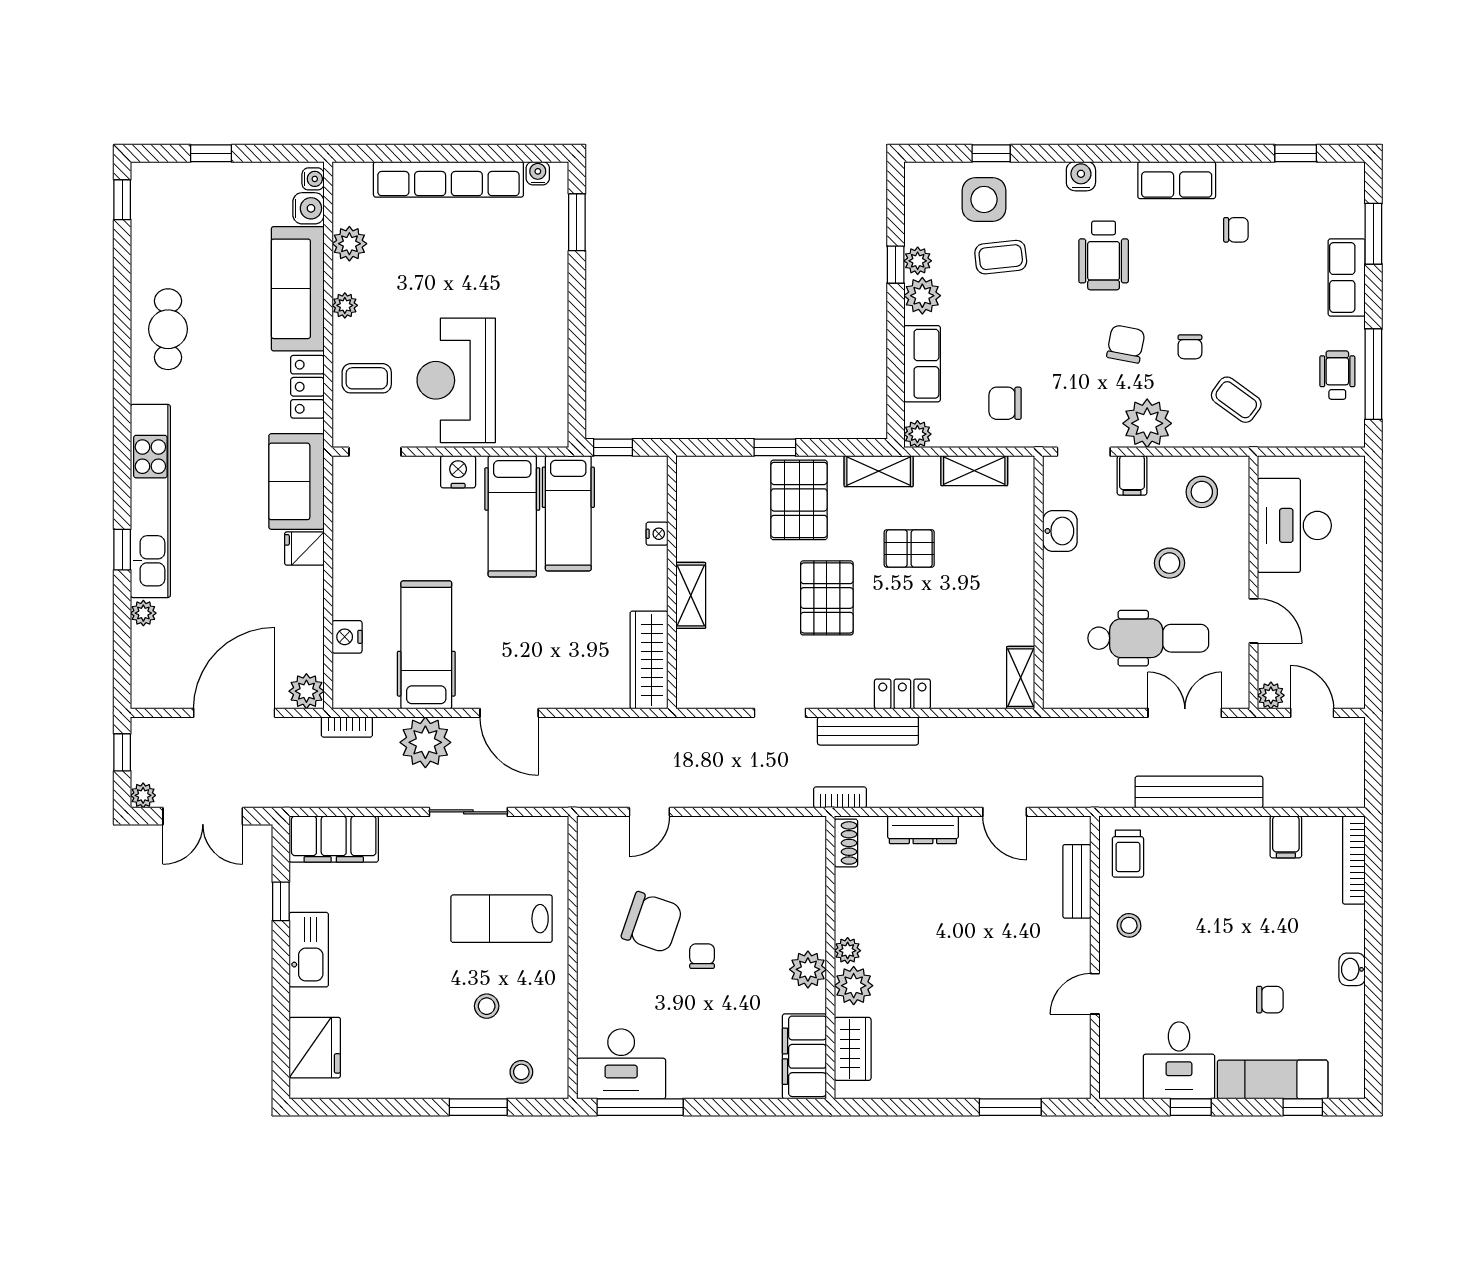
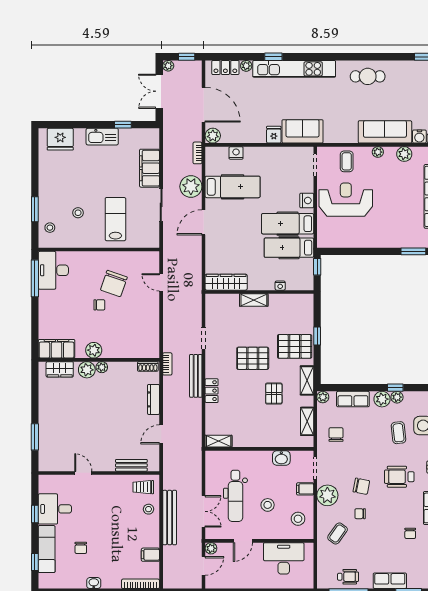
locker: (307, 387) -> (225, 67), moved, turned 180
filing cabinet: (334, 839) -> (150, 168), moved
stool: (1129, 925) -> (149, 509), moved

